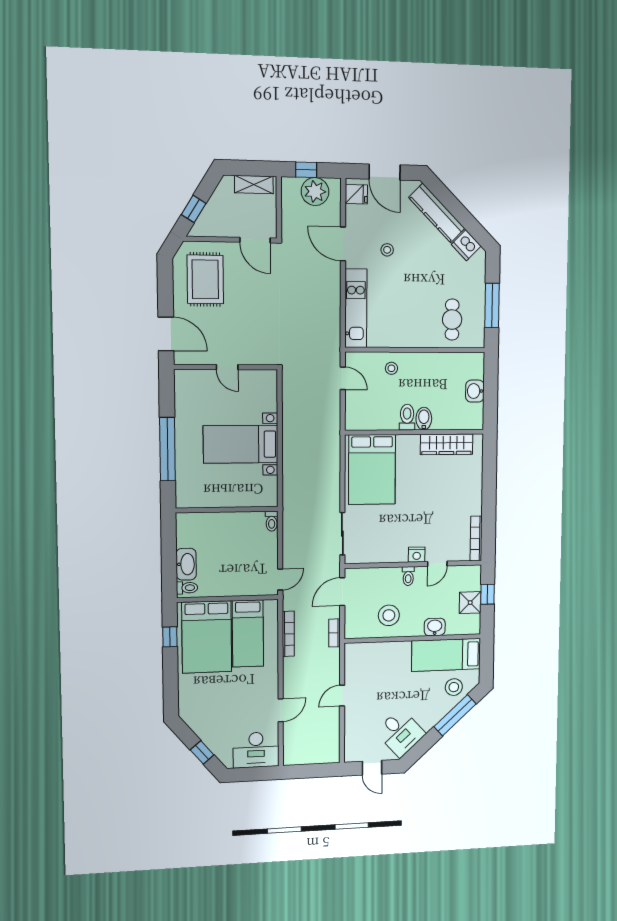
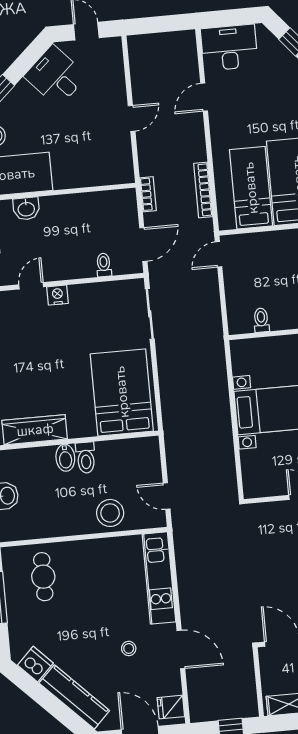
plant: (315, 192) -> (219, 705), removed
stool: (391, 368) -> (110, 513), width x1.89, depth x1.89
toilet: (272, 521) -> (261, 320), moved
toilet: (408, 576) -> (104, 265), moved
stool: (389, 615) -> (84, 219), removed

